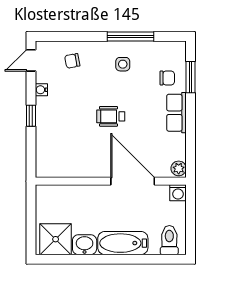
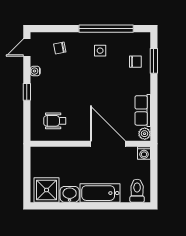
window: (130, 36) -> (106, 29), width x1.46
row of seats: (176, 113) -> (143, 110), moved
wheelchair: (111, 116) -> (55, 121), moved

